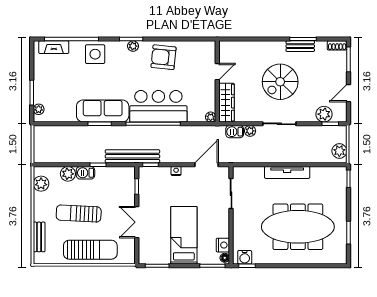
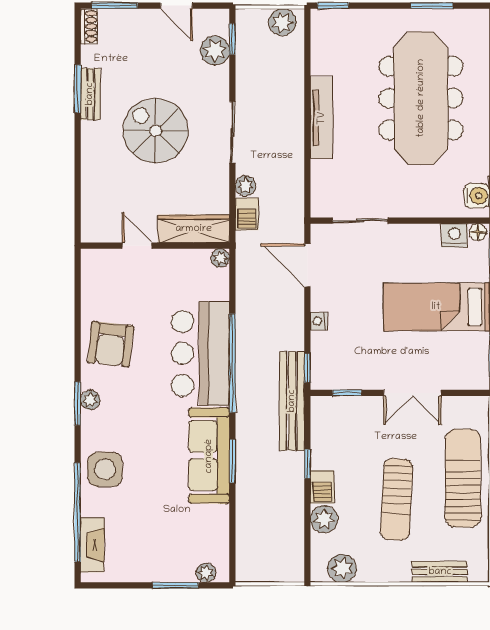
spiral stairs: (280, 82) -> (156, 131), turned 180

